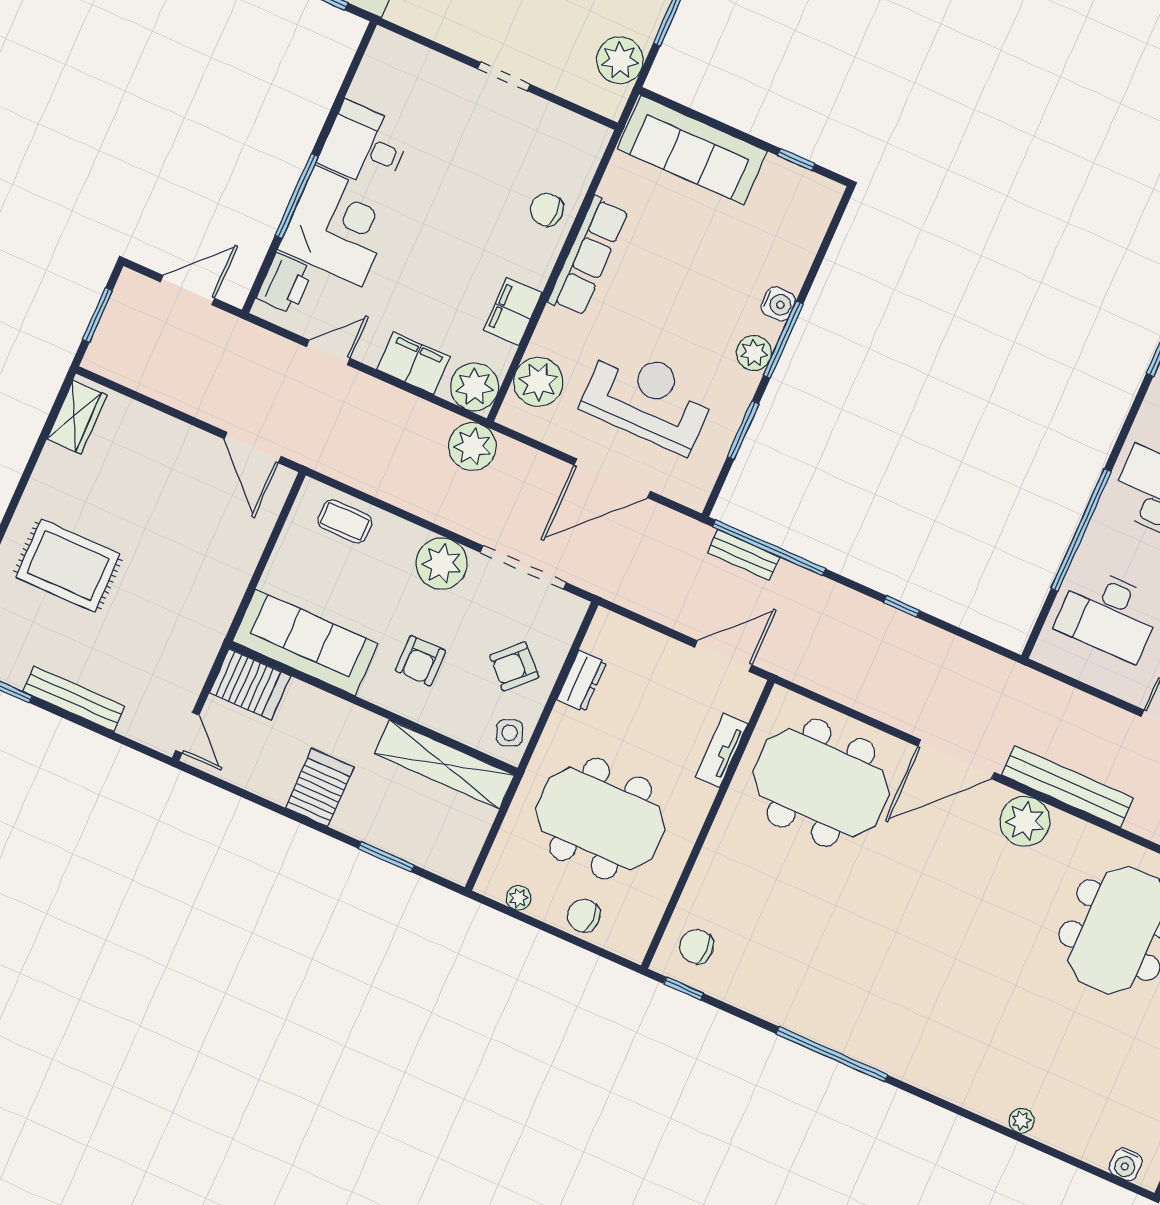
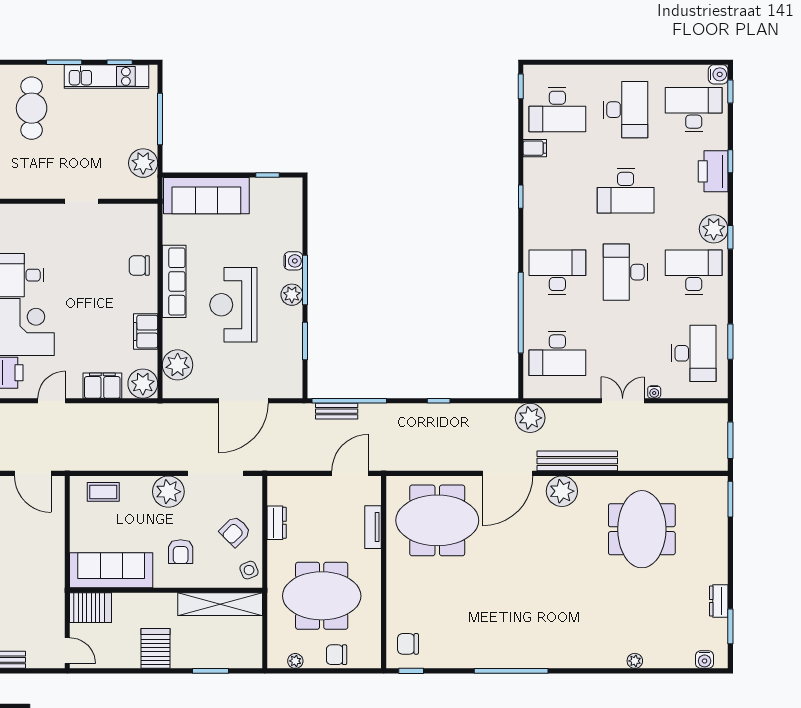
reception desk: (648, 399) -> (233, 305), moved, turned -90
plant: (472, 447) -> (530, 418), moved

